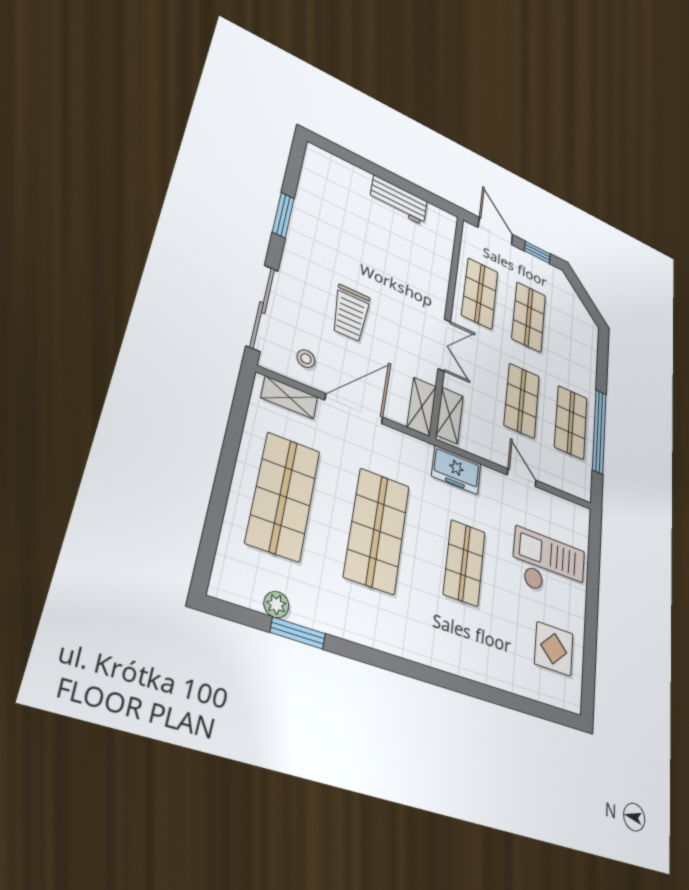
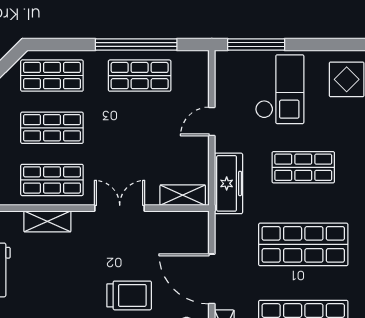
shop shelf: (522, 400) -> (52, 76), moved
shelving: (422, 407) -> (47, 221), moved
freezer: (456, 470) -> (229, 183), width x1.40
window: (594, 556) -> (256, 45), added
checkout: (549, 566) -> (280, 89), turned 180

